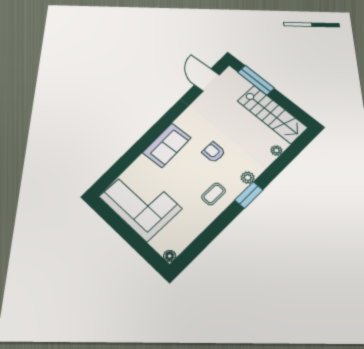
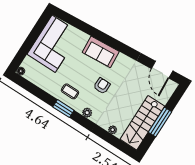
door: (207, 80) -> (162, 70), swing flipped
window: (256, 80) -> (160, 122), moved
window: (249, 195) -> (63, 109), moved

